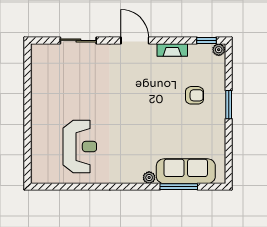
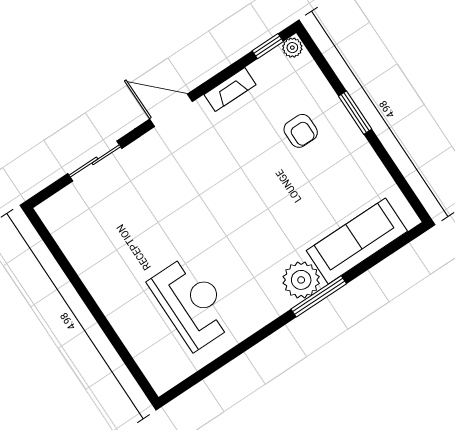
armchair: (194, 95) -> (301, 131), turned 90
plant: (149, 178) -> (301, 280), width x1.88, depth x1.88
window: (179, 187) -> (319, 296), moved

